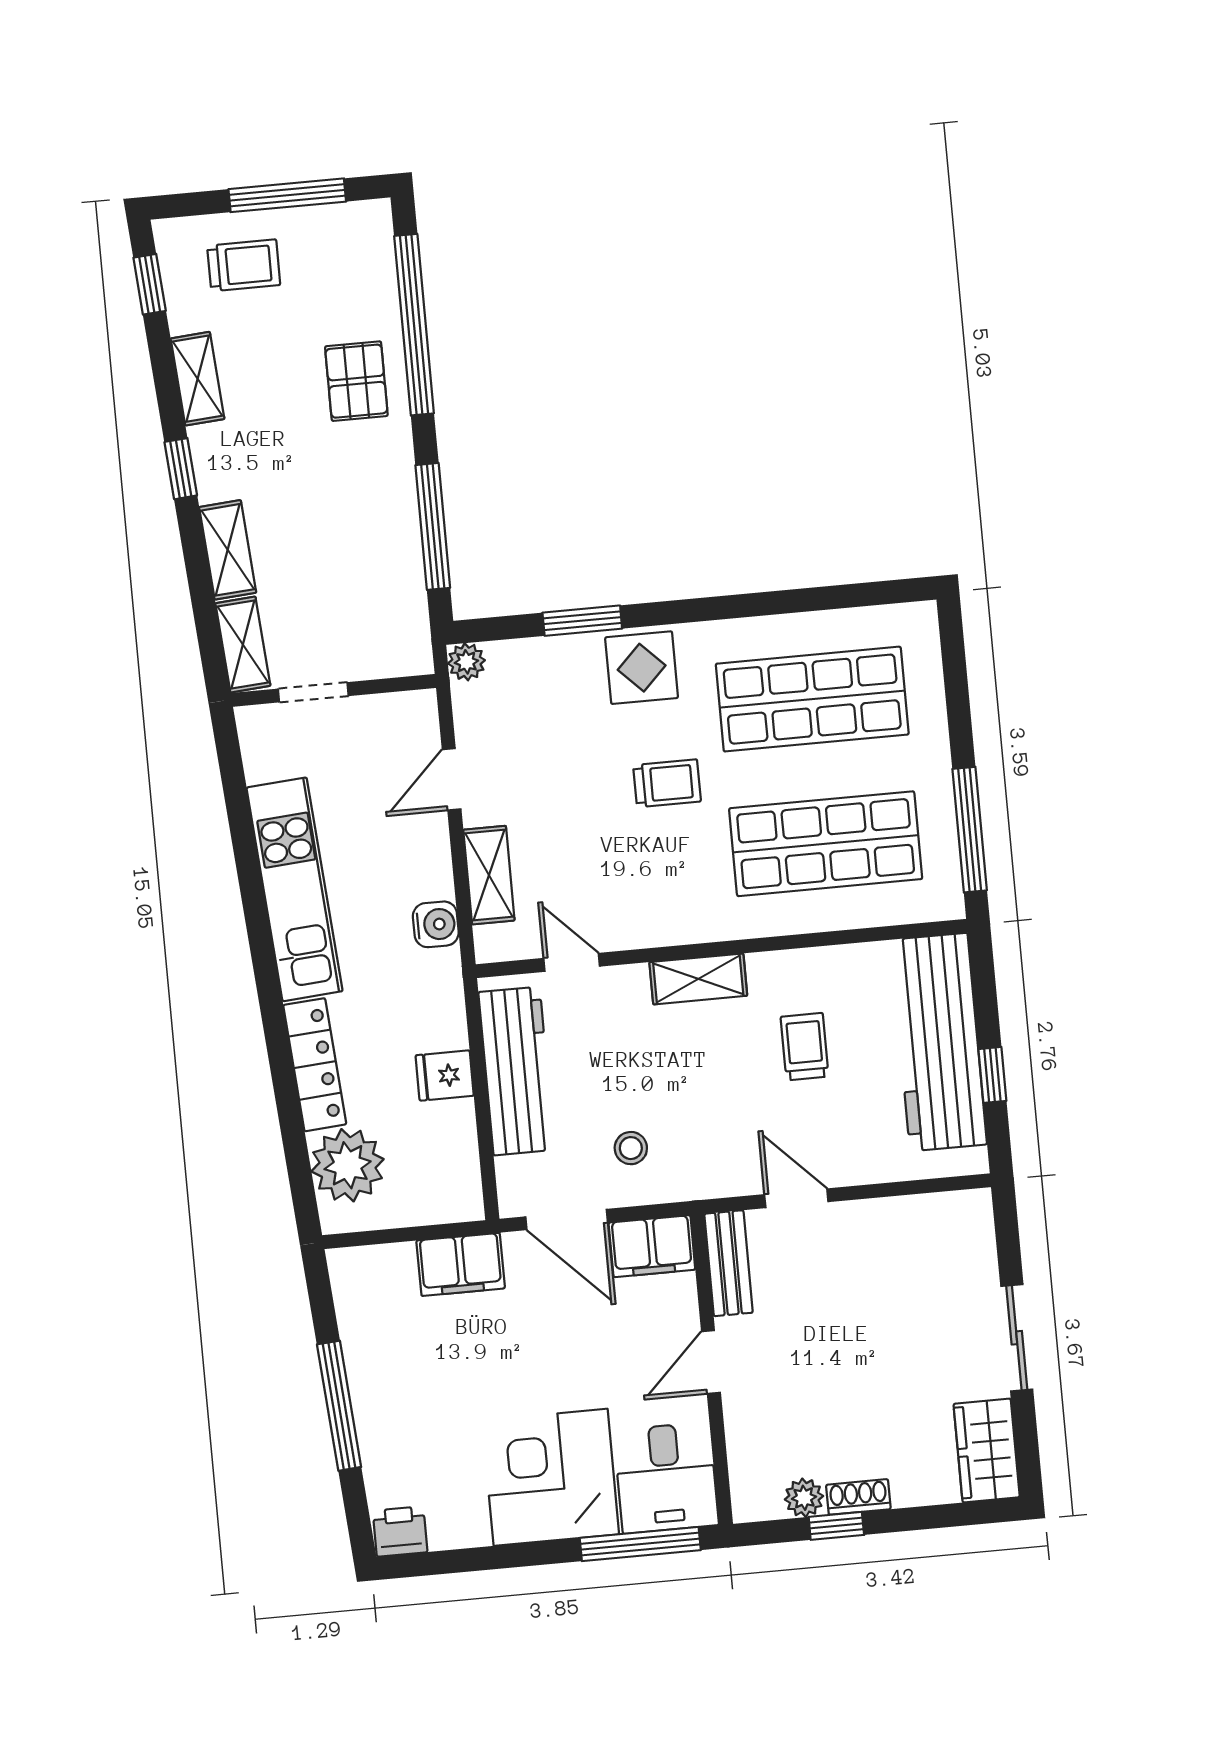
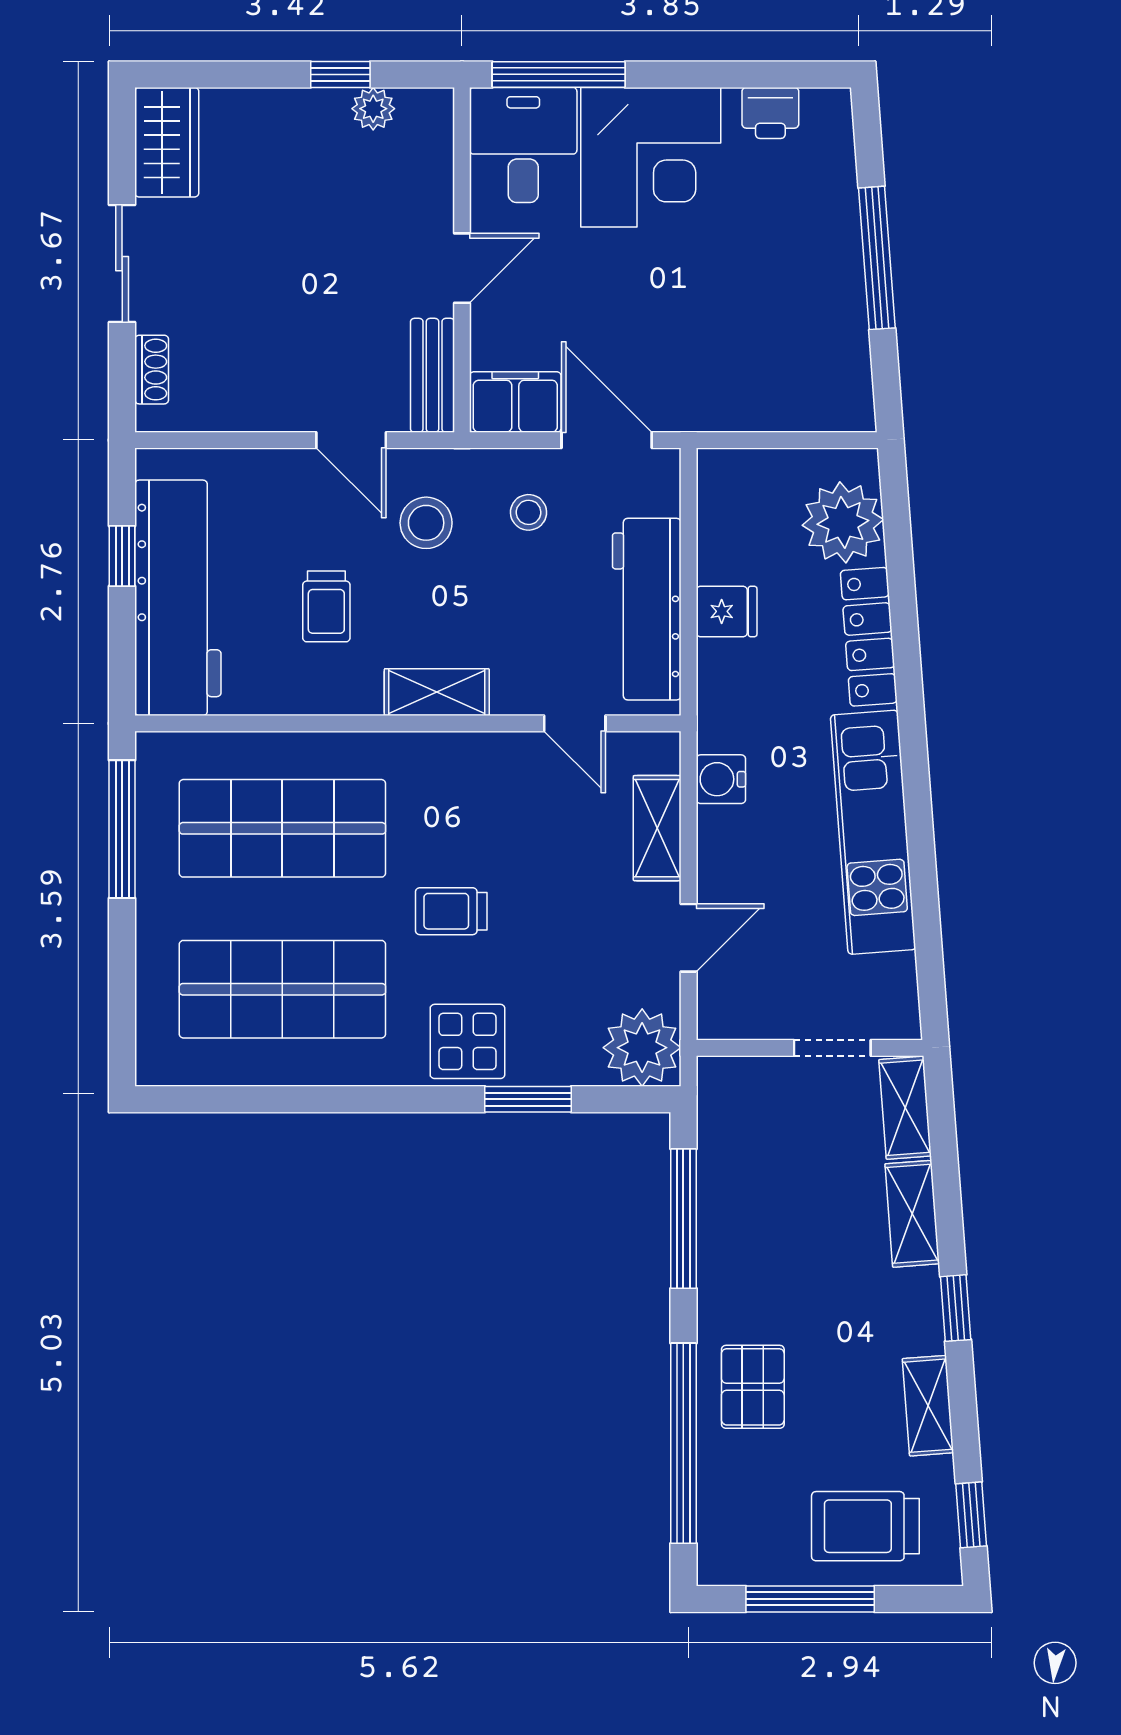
trolley: (244, 265) -> (865, 1526), width x1.36, depth x1.39
plant: (466, 662) -> (642, 1048), width x1.88, depth x1.88
stool: (722, 1130) -> (426, 523), added
filing cabinet: (461, 1264) -> (728, 401), removed
shoe rack: (858, 1497) -> (152, 370), moved, turned -90
printer: (400, 1531) -> (770, 113), moved

